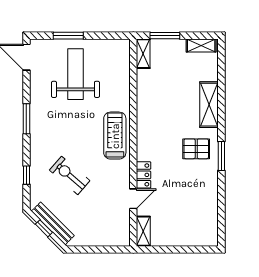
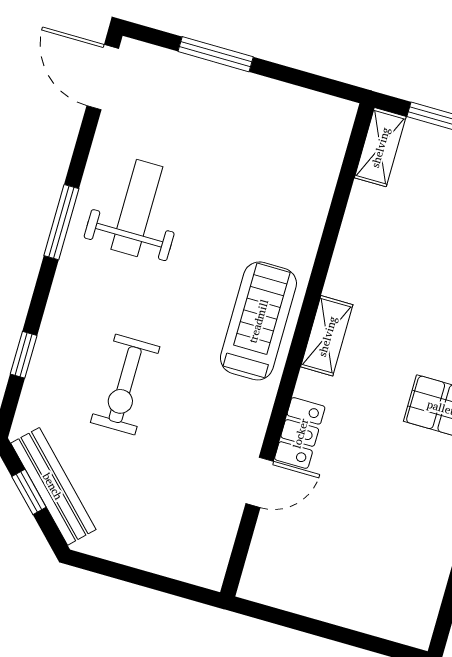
weight bench: (75, 74) -> (137, 208), moved, width x0.73, depth x0.75
exercise bike: (70, 175) -> (125, 385), turned -131
shelving: (143, 231) -> (327, 336), moved

